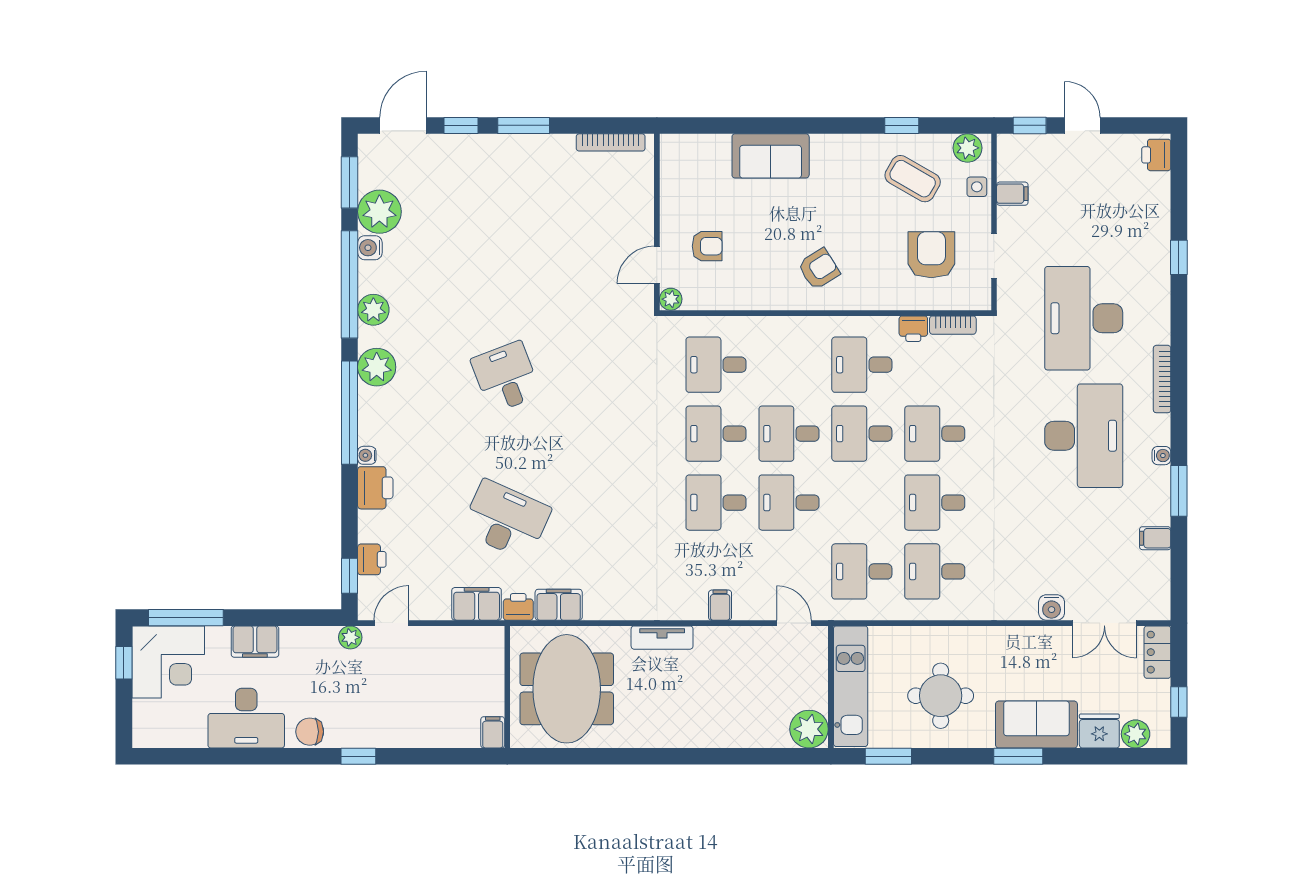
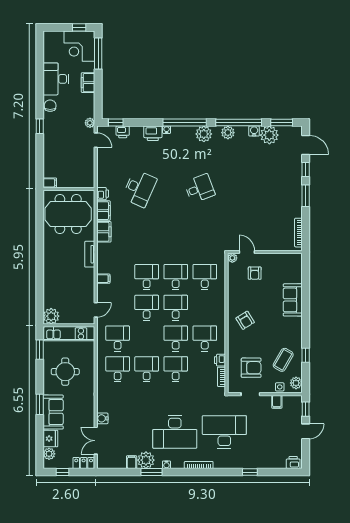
plant: (1151, 504) -> (146, 460), added
filing cabinet: (477, 604) -> (104, 232), moved

